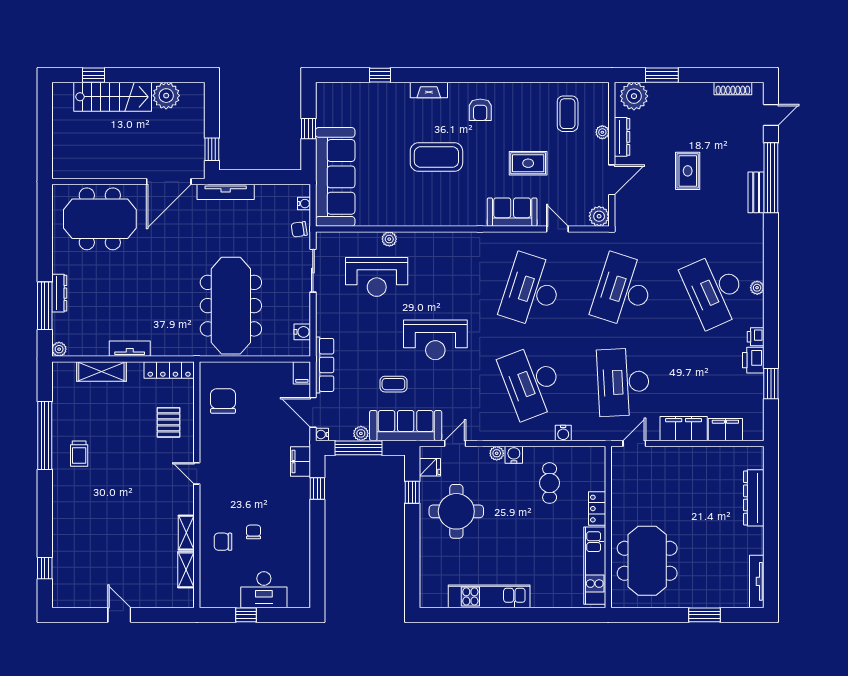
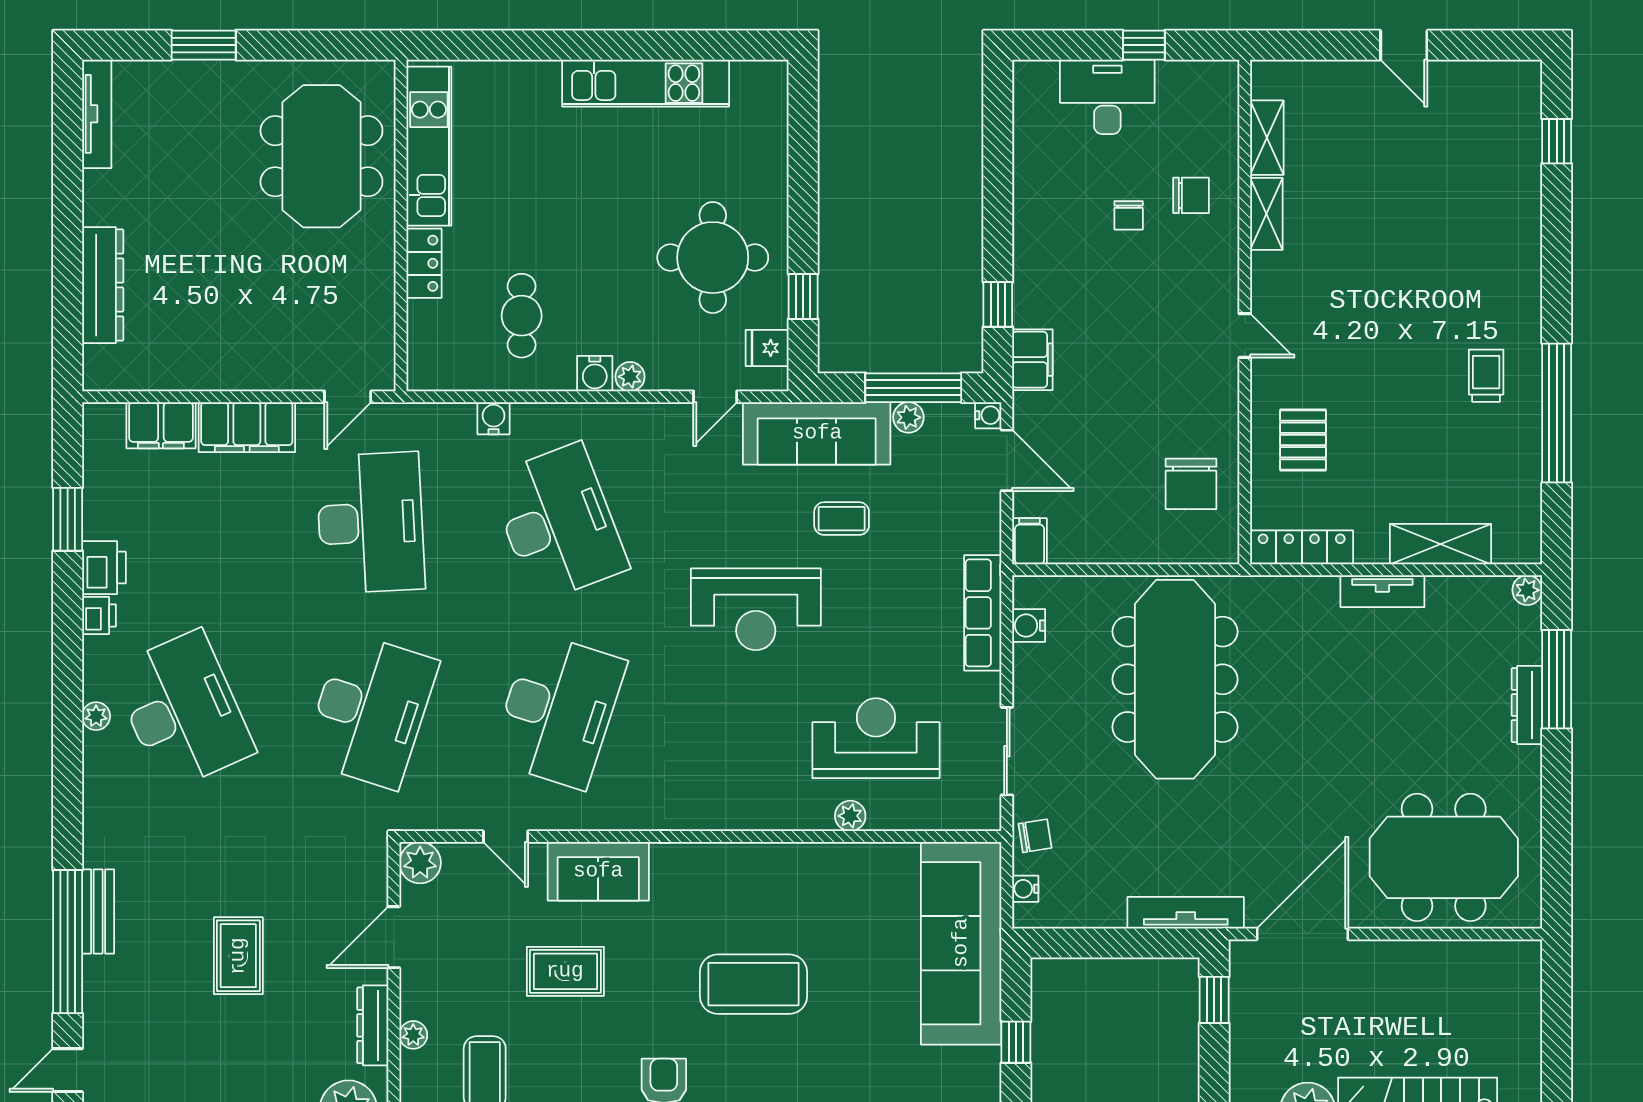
reception desk: (435, 340) -> (756, 609), turned 180
row of seats: (325, 365) -> (983, 613), moved

